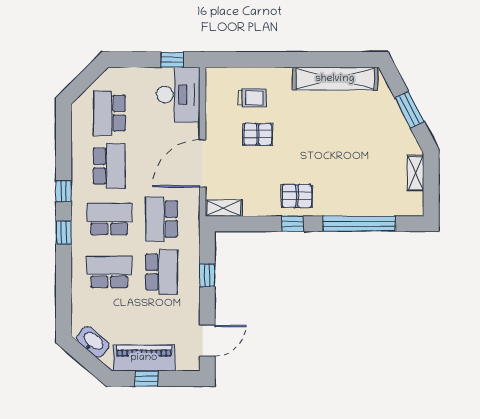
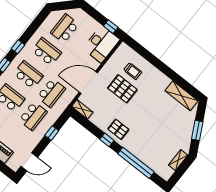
shelving: (335, 79) -> (181, 96), width x0.68
pallet: (258, 134) -> (122, 89), width x1.50, depth x1.42
school desk: (109, 166) -> (47, 52), turned -90
school desk: (162, 219) -> (51, 93), turned 180

